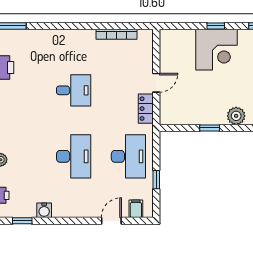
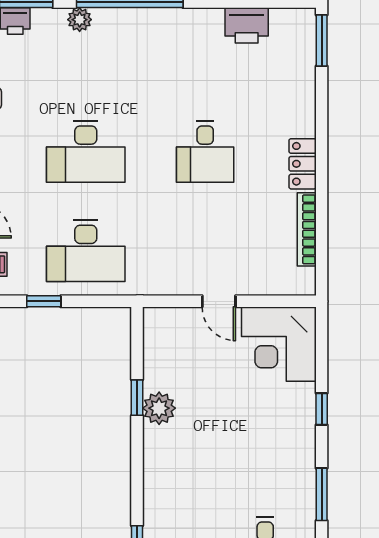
corner desk: (217, 50) -> (279, 344), moved
locker: (146, 109) -> (303, 164), moved, turned -90
plant: (236, 116) -> (159, 408), moved

